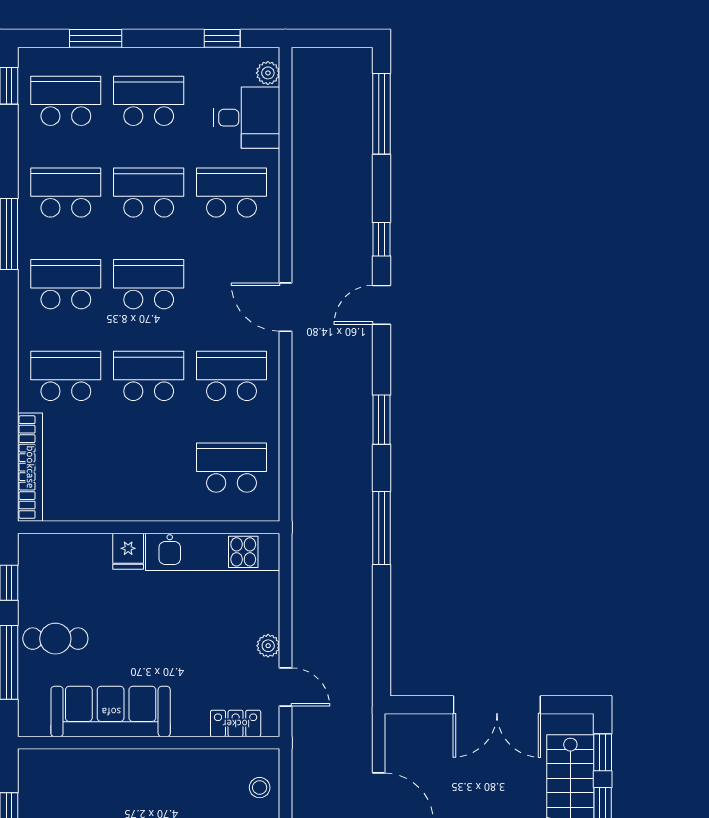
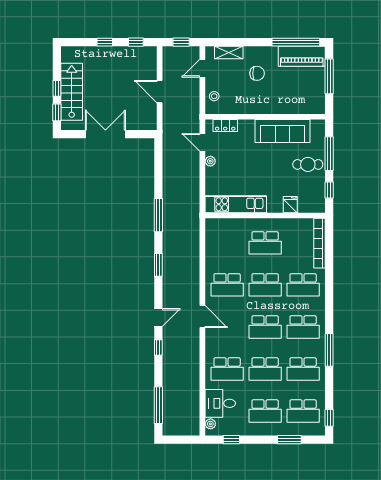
school desk: (232, 468) -> (265, 243), moved
fridge: (128, 551) -> (290, 205), moved

